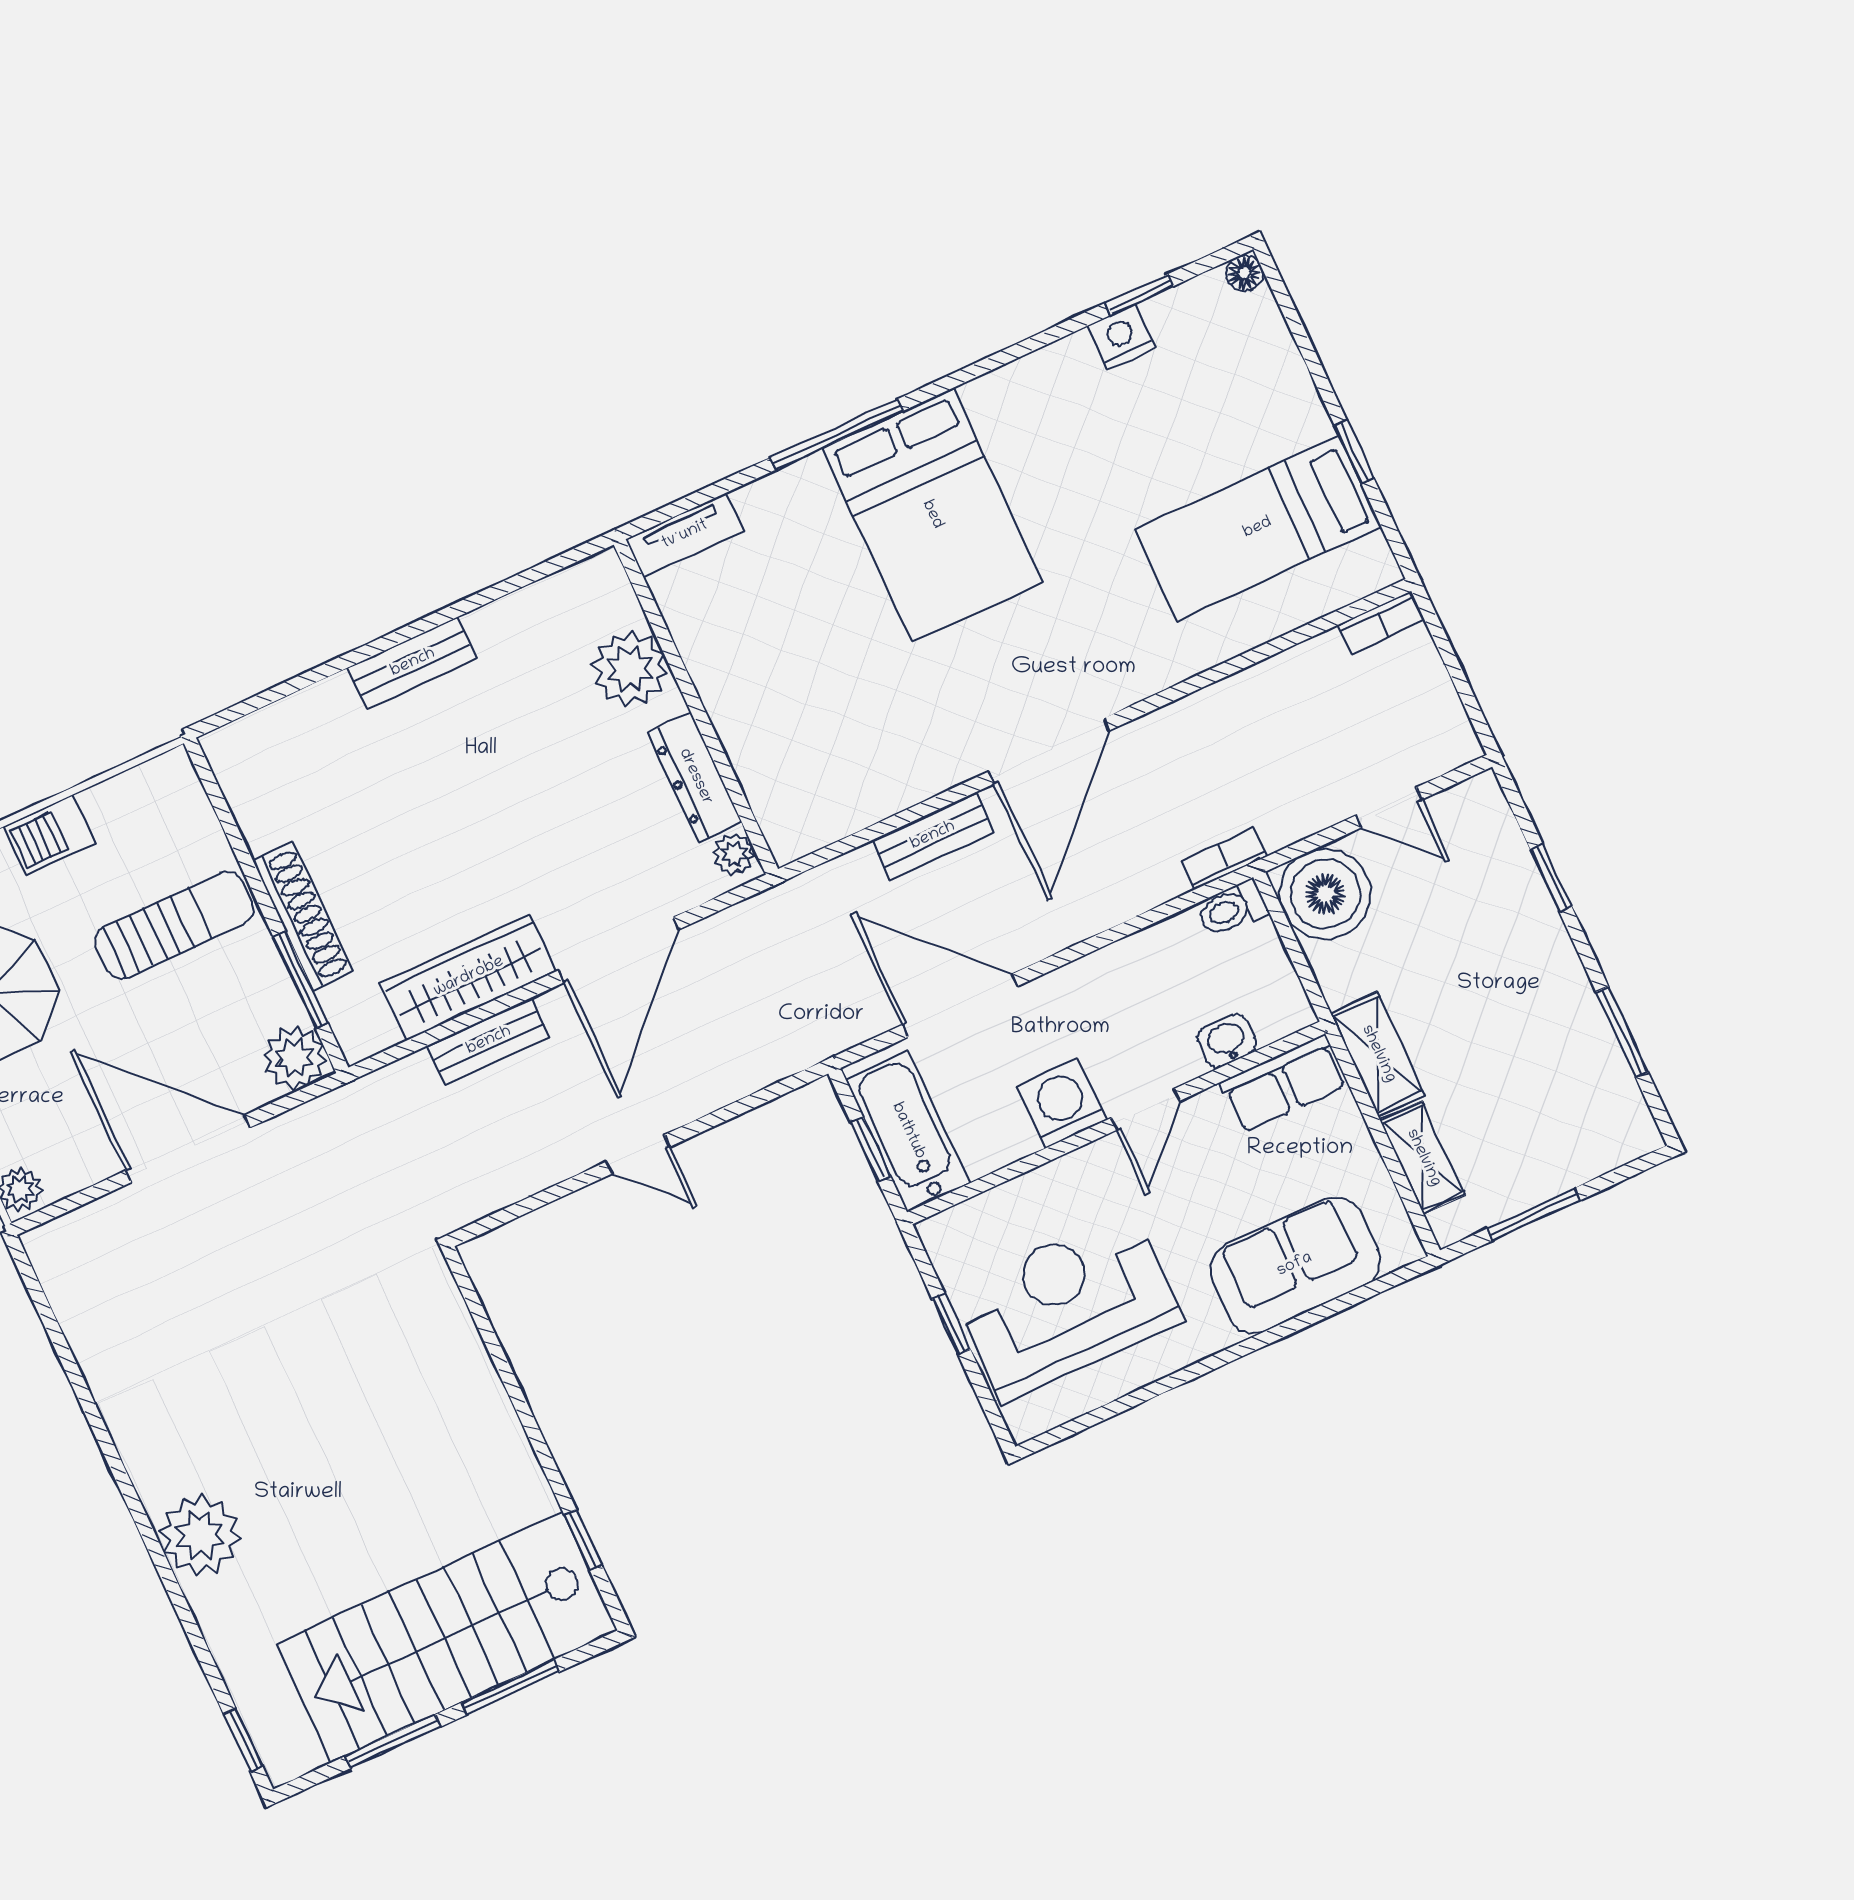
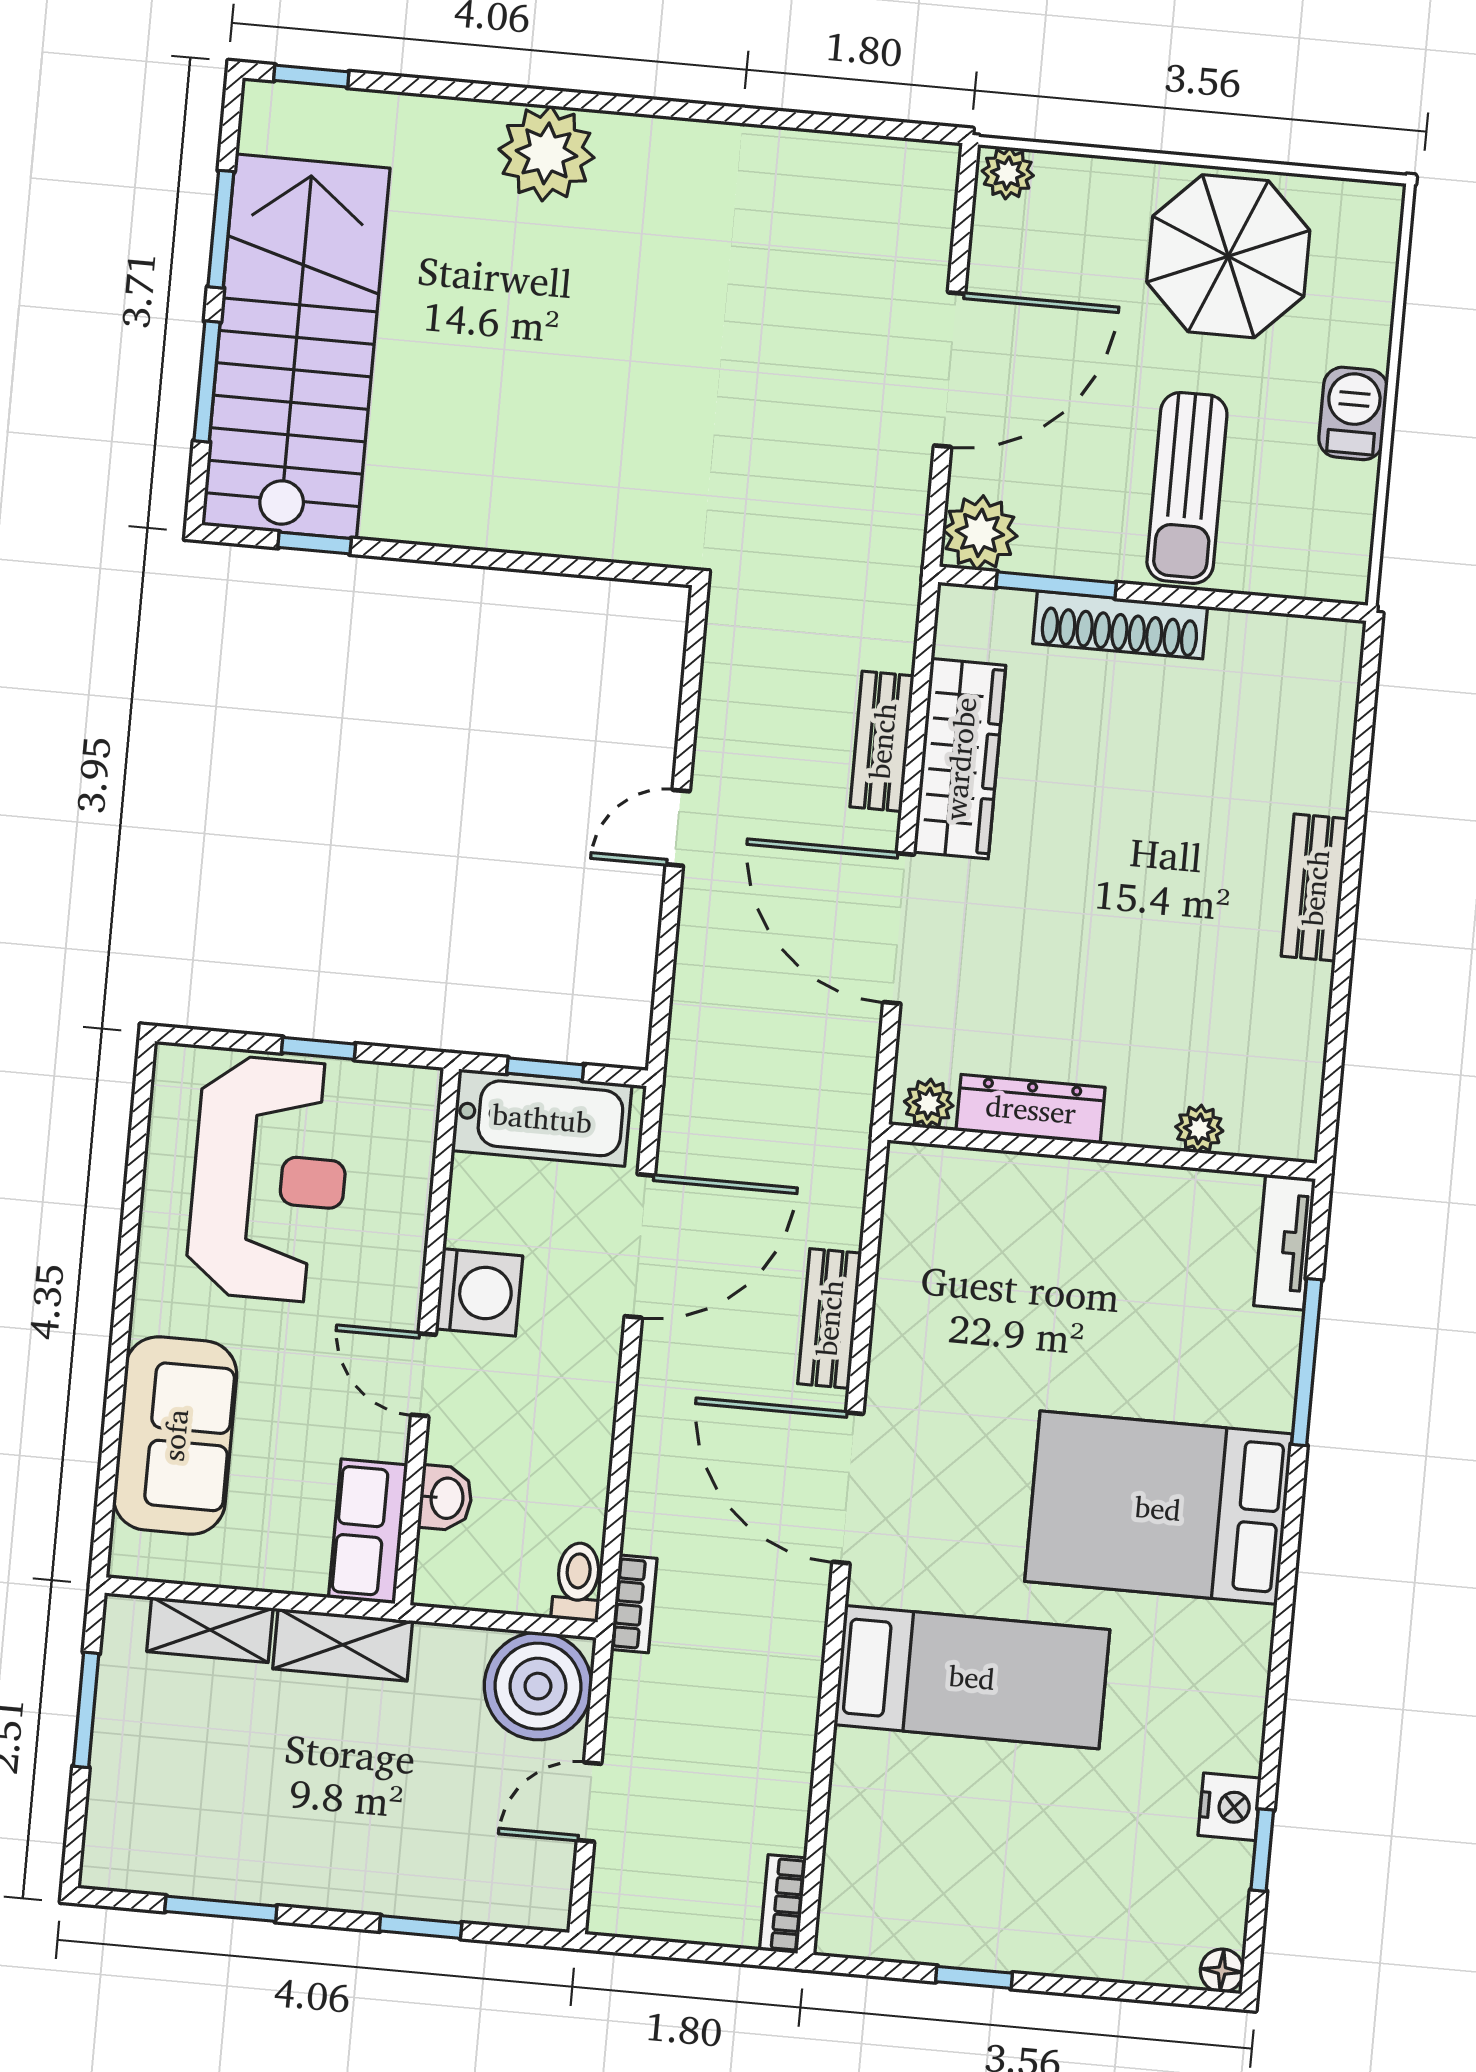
window: (837, 434) -> (1307, 1362), moved
bed: (1258, 528) -> (972, 1677), moved, turned 90
plant: (629, 669) -> (1199, 1129), width x0.53, depth x0.53

